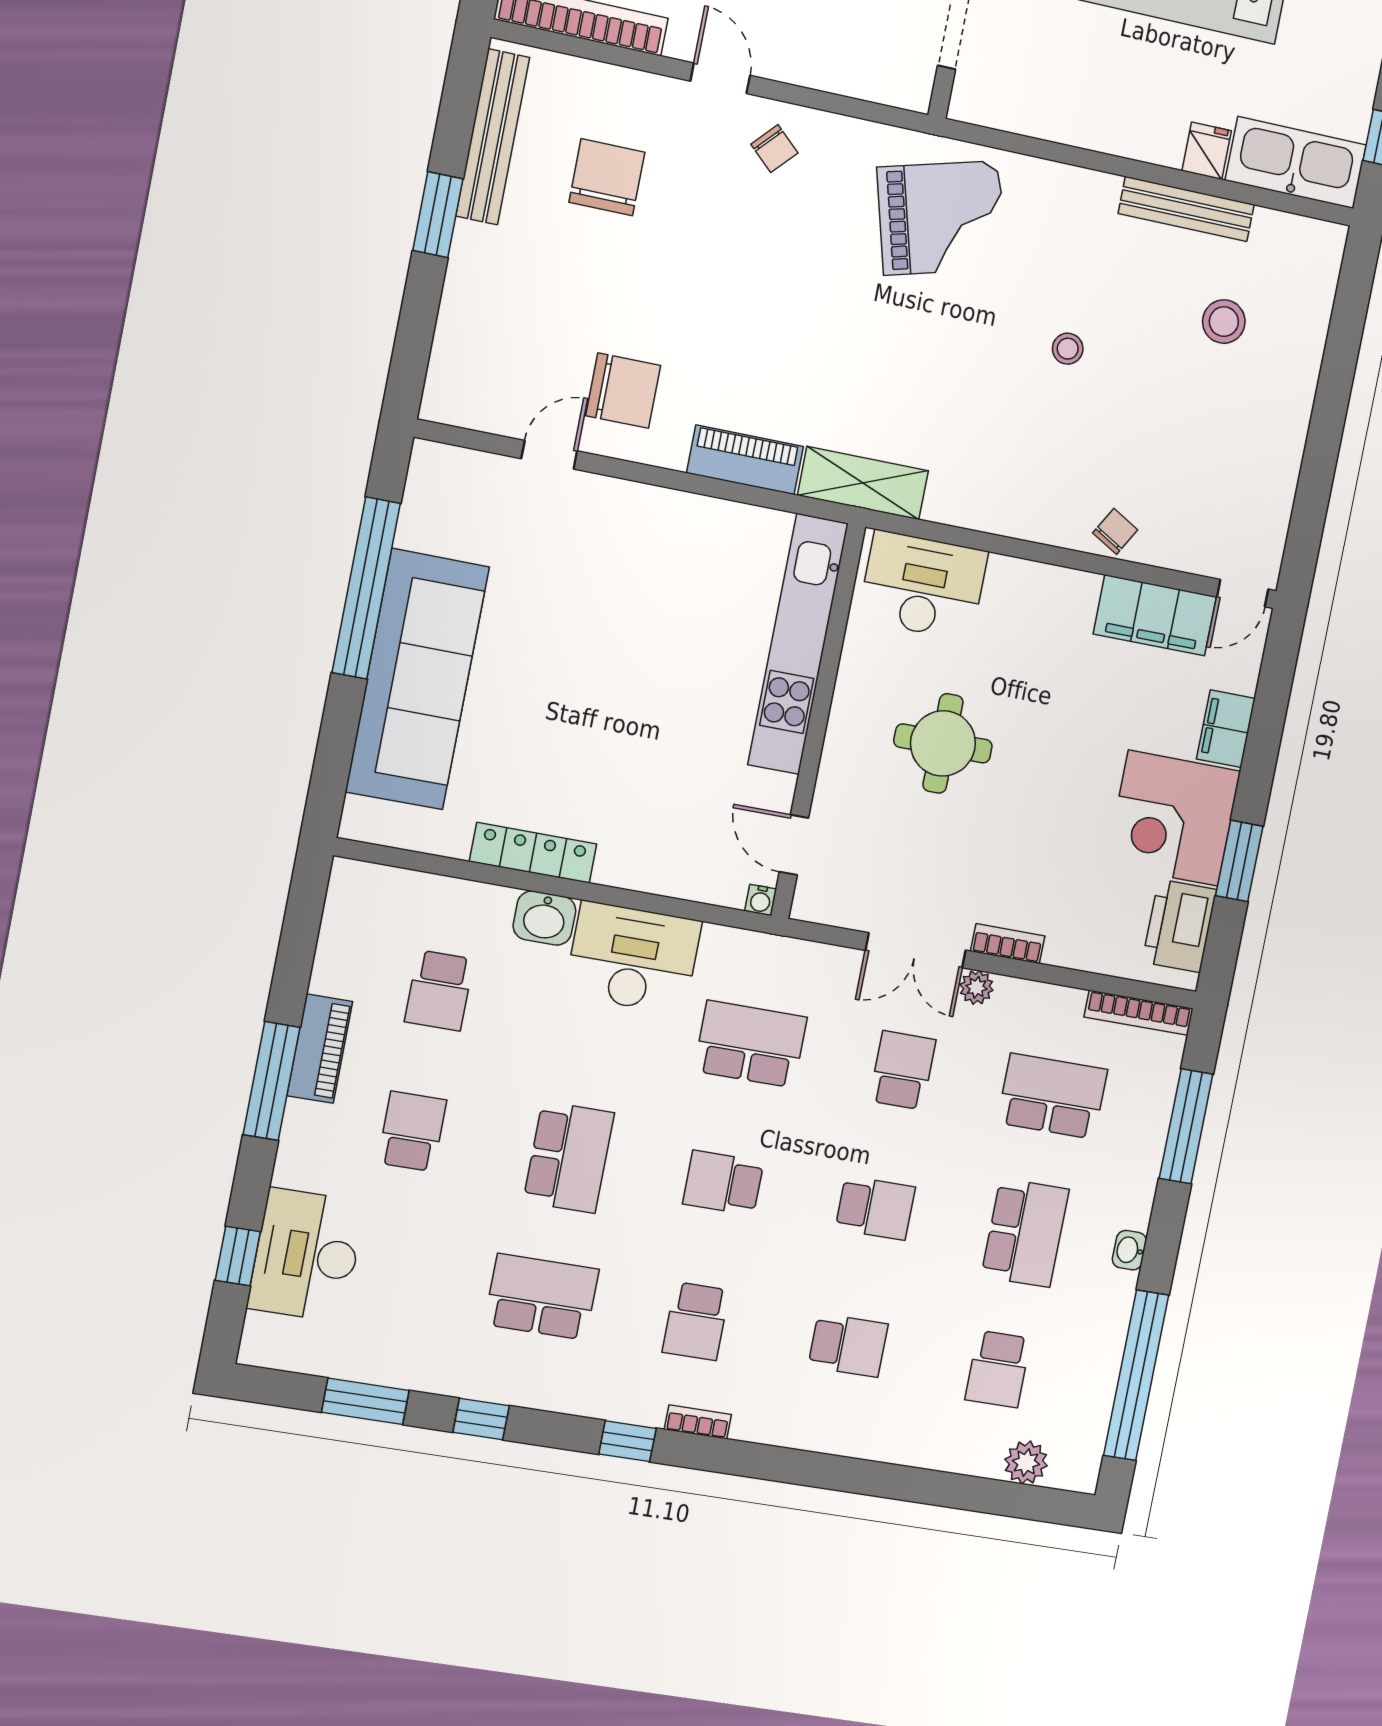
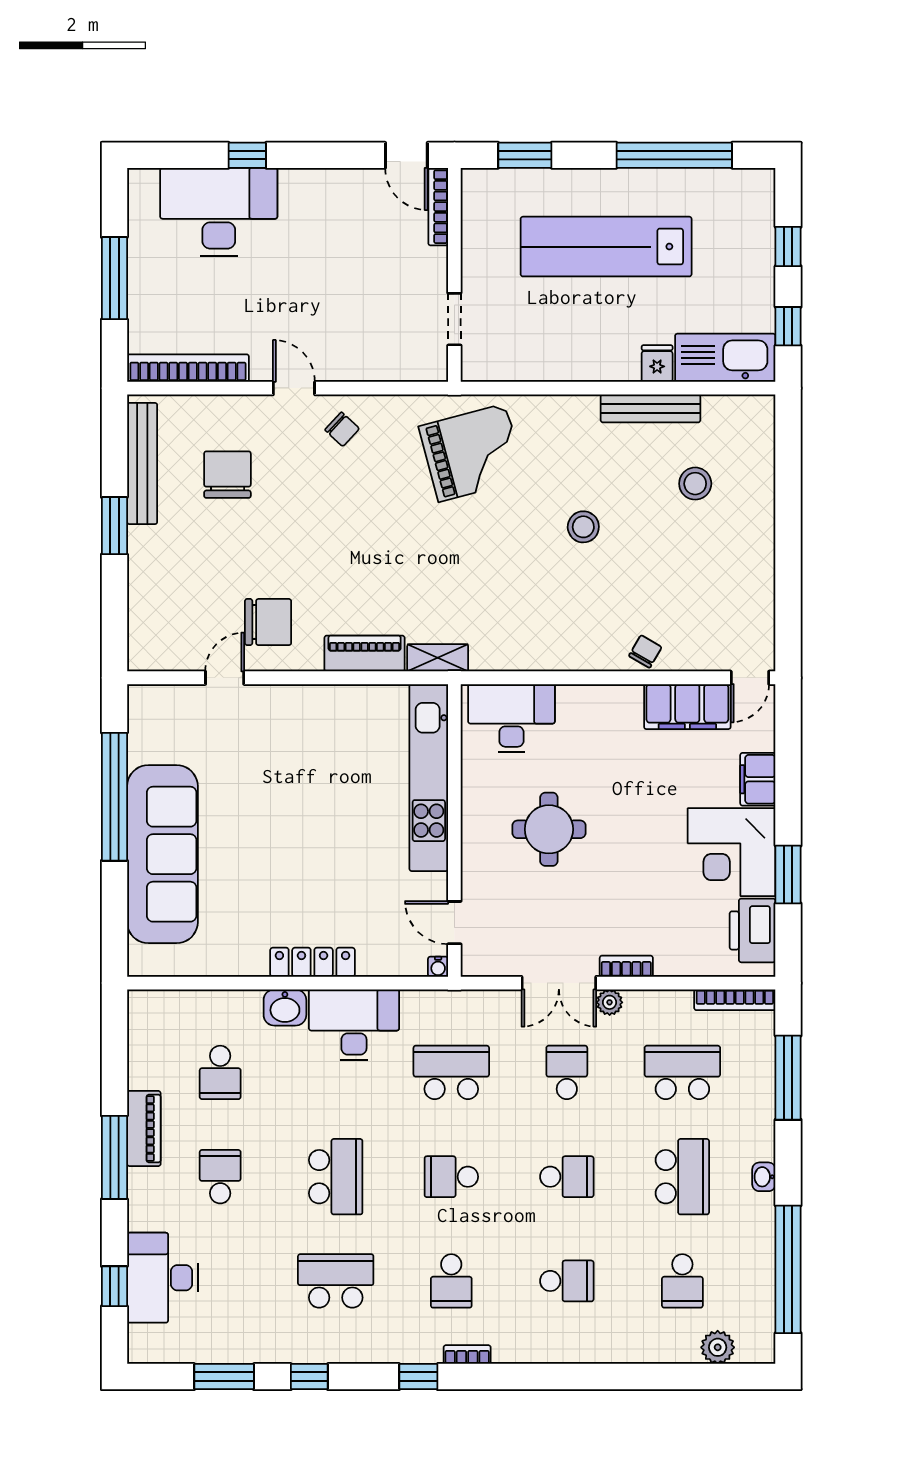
stool: (1068, 349) -> (583, 527), width x1.37, depth x1.37
shelving: (863, 483) -> (438, 658), width x0.67, depth x0.75
locker: (533, 853) -> (312, 962), moved

